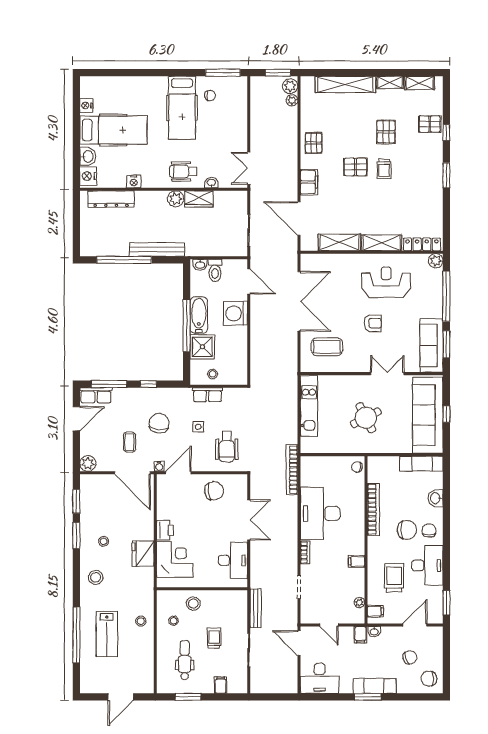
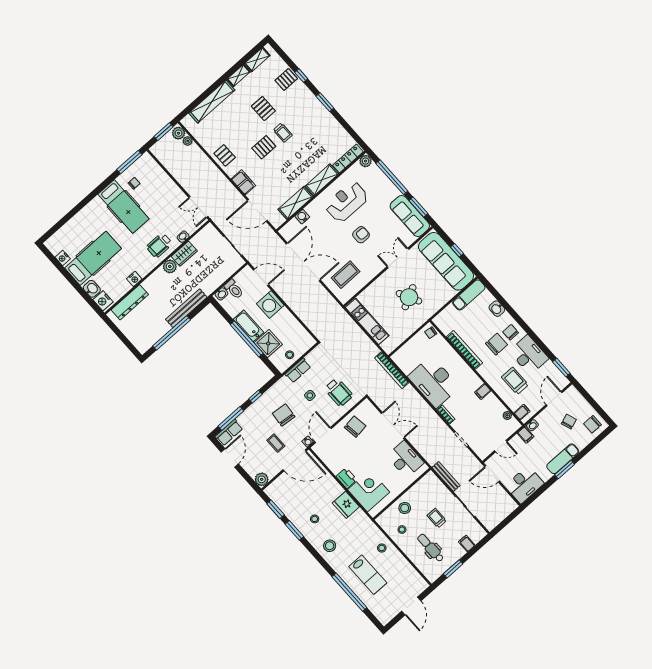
water cooler: (334, 260) -> (302, 217), added

